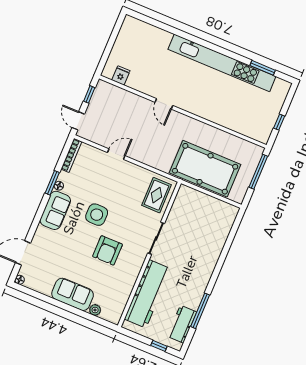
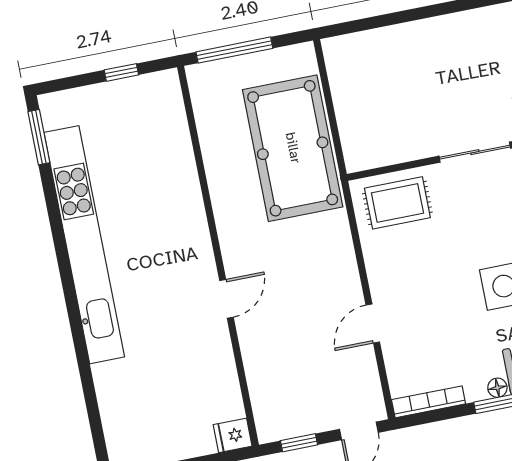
window: (263, 68) -> (39, 137), moved
fridge: (121, 75) -> (233, 435), moved
door: (116, 154) -> (373, 323), hinge flipped

